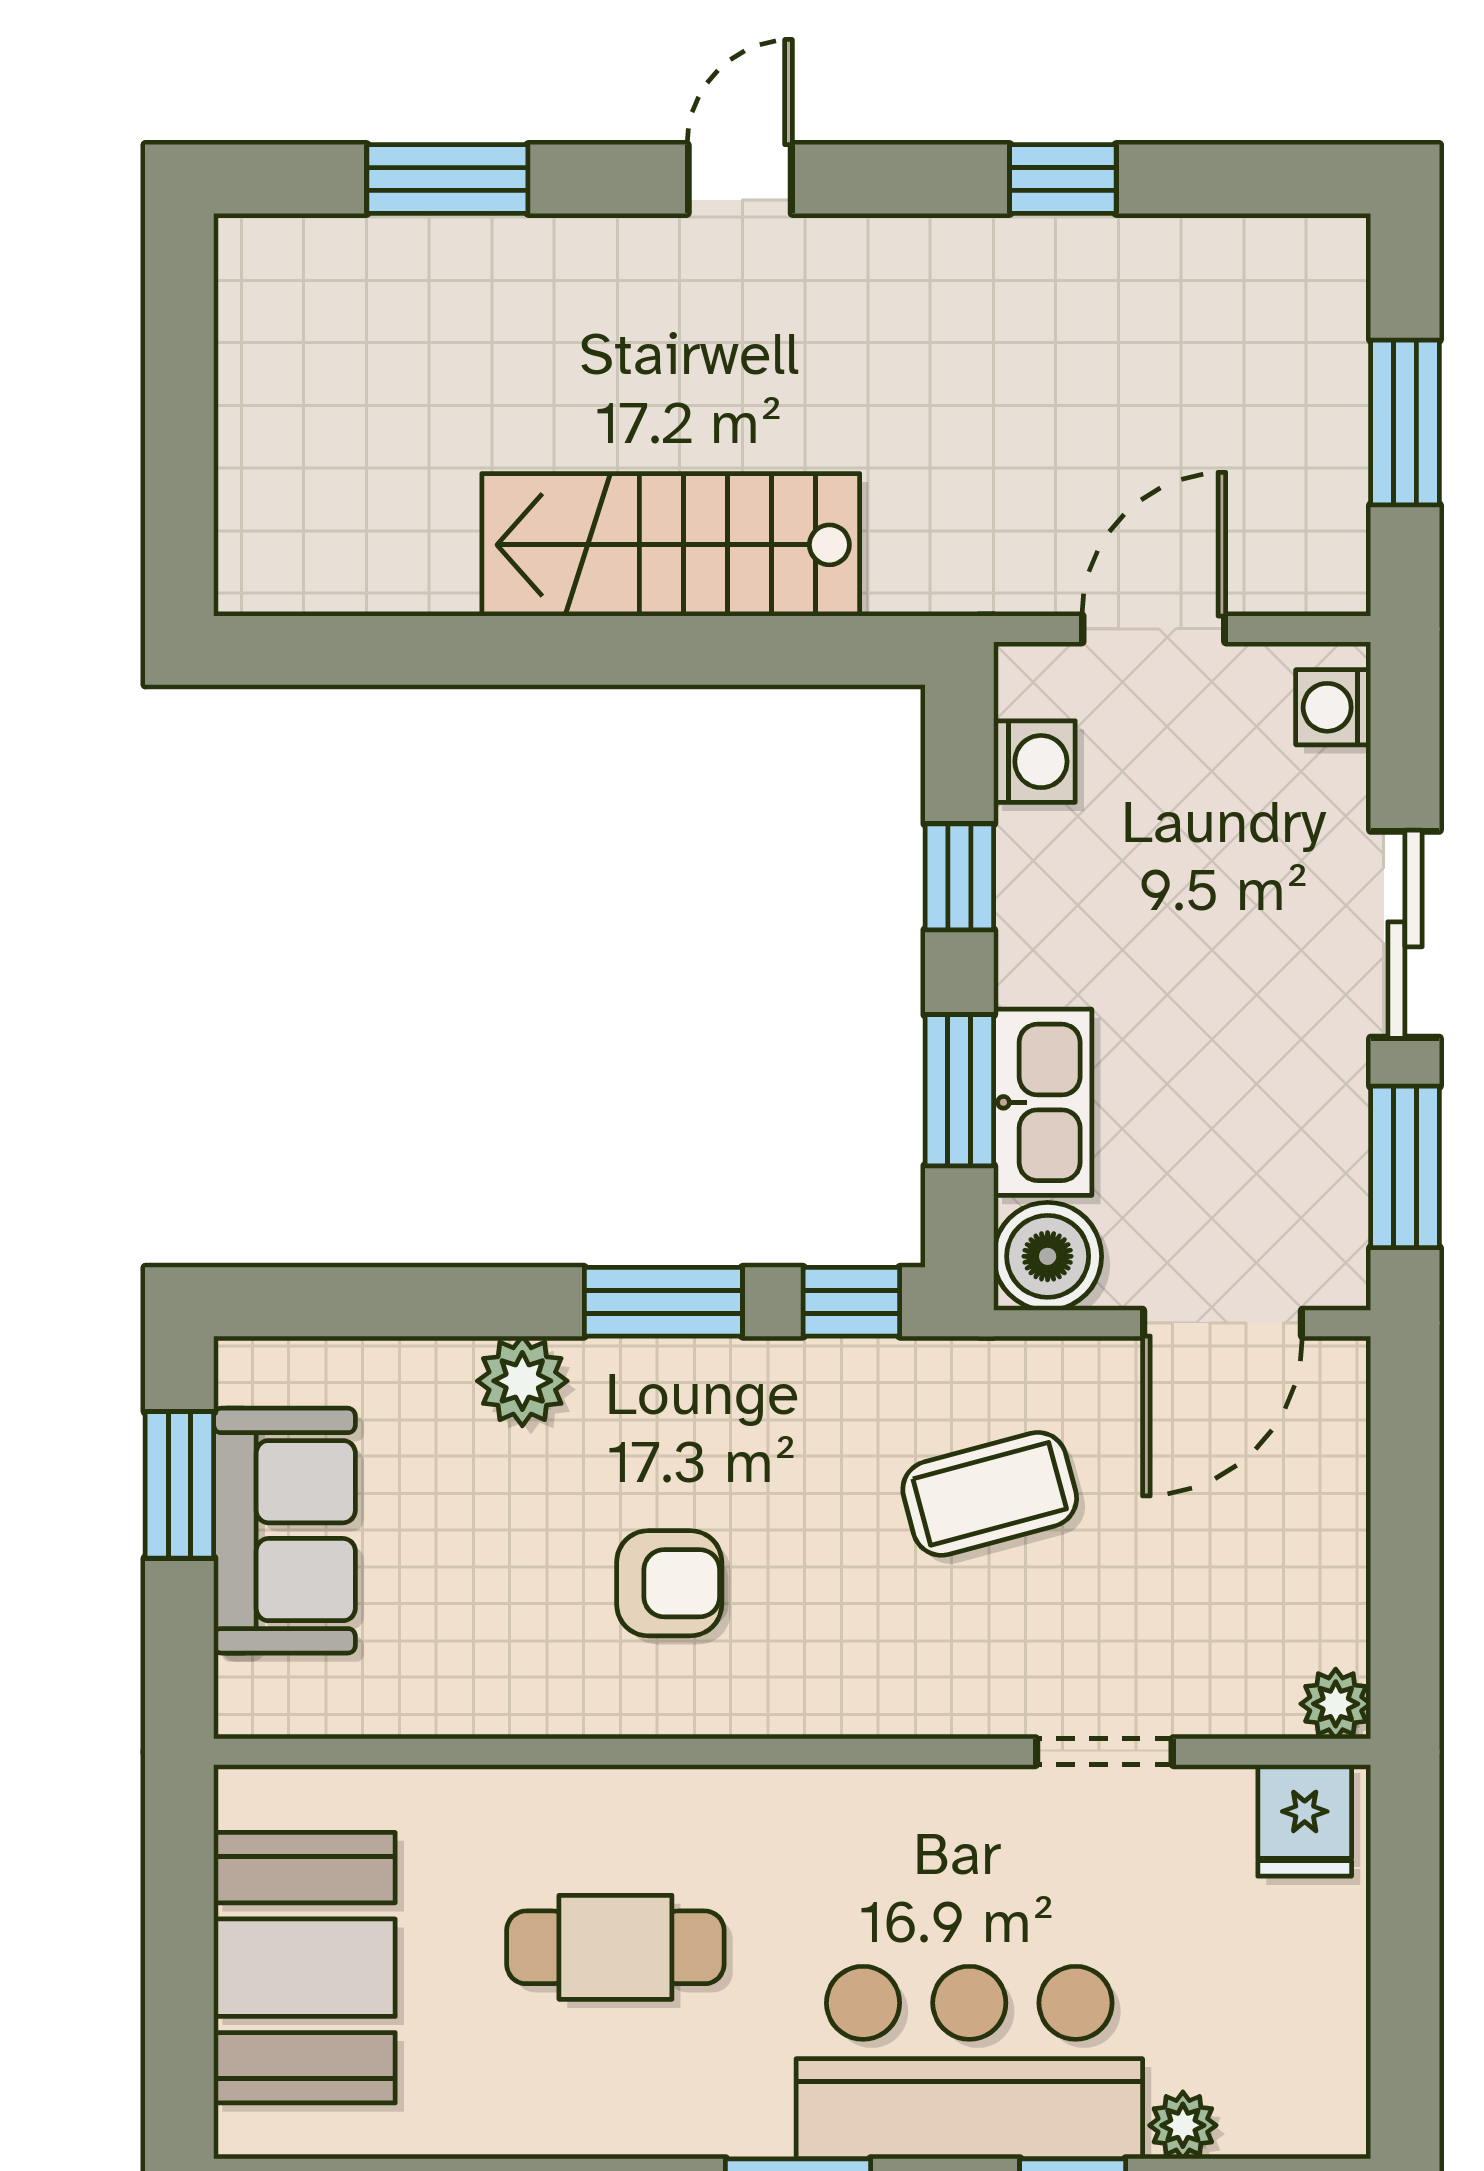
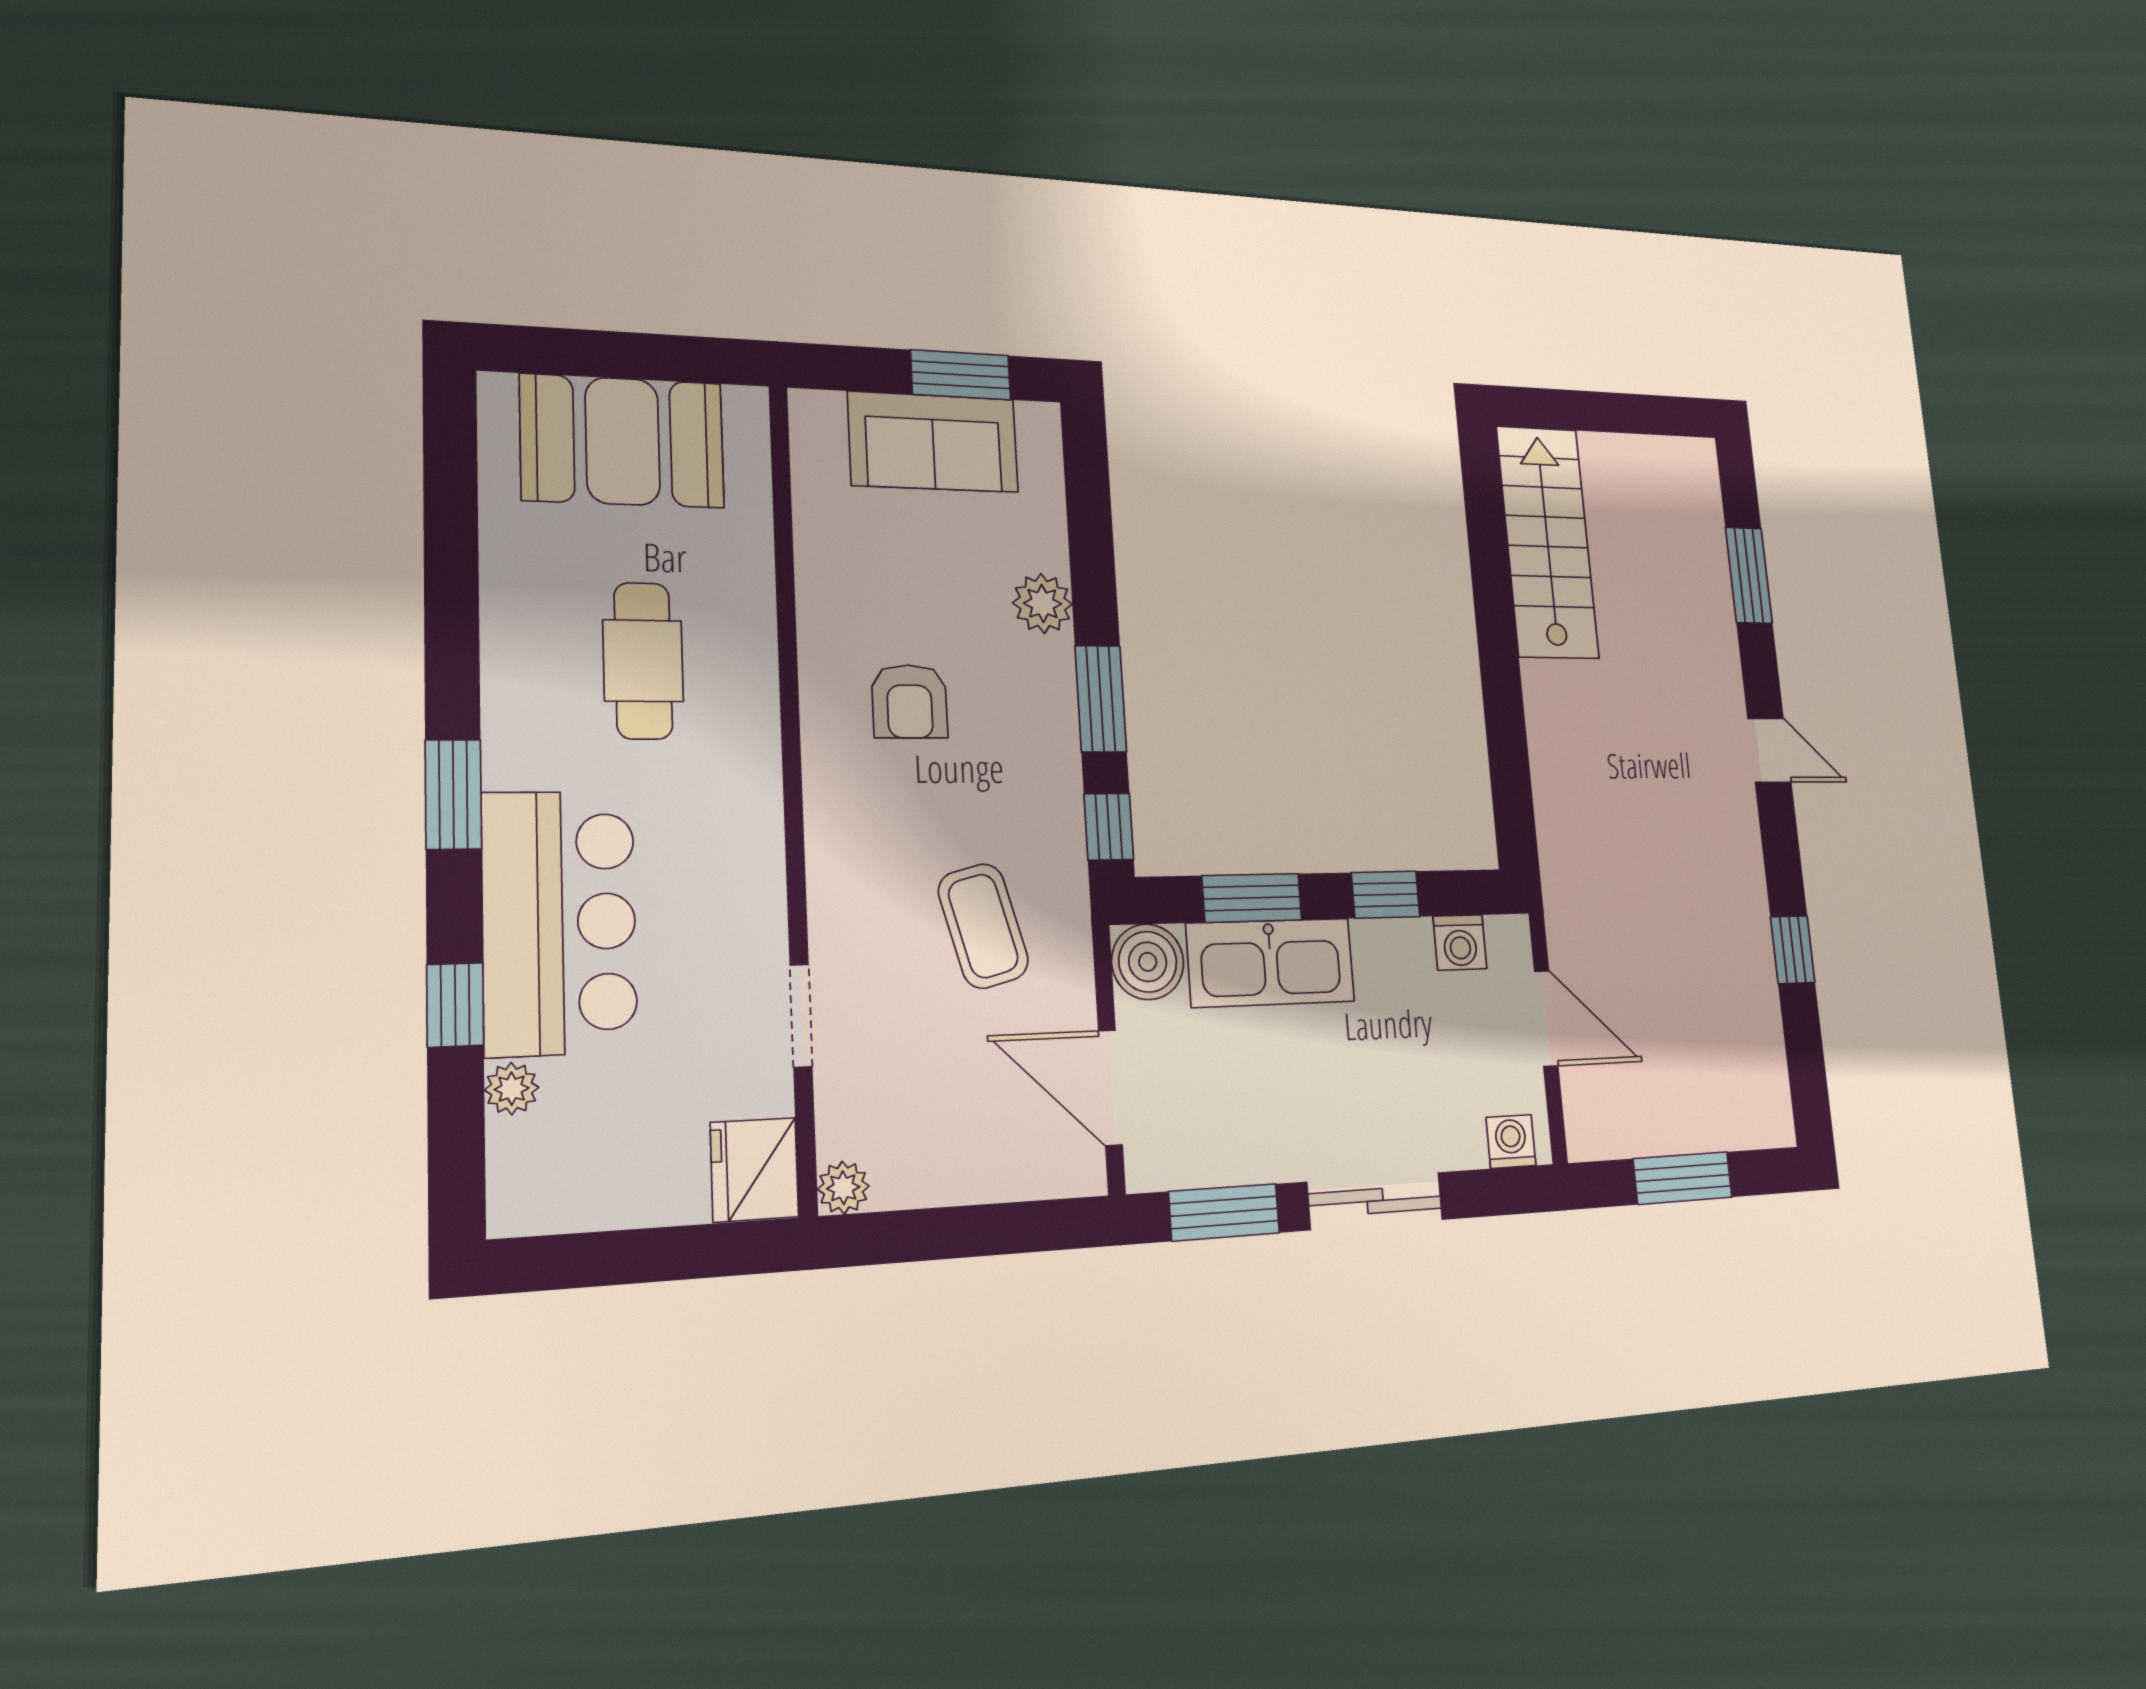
stairs: (671, 545) -> (1548, 542), moved
kitchen sink: (1043, 1102) -> (1271, 962), width x1.36, depth x1.24
fridge: (1305, 1820) -> (754, 1170), width x1.38

